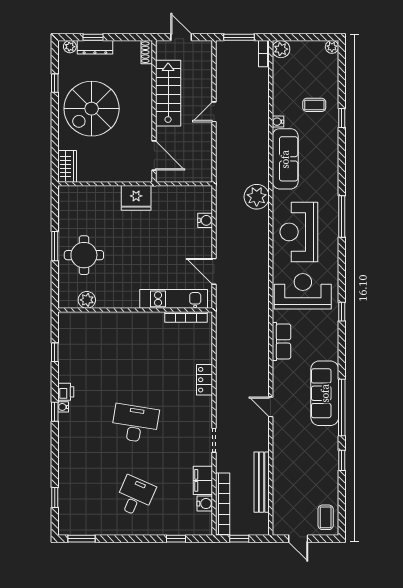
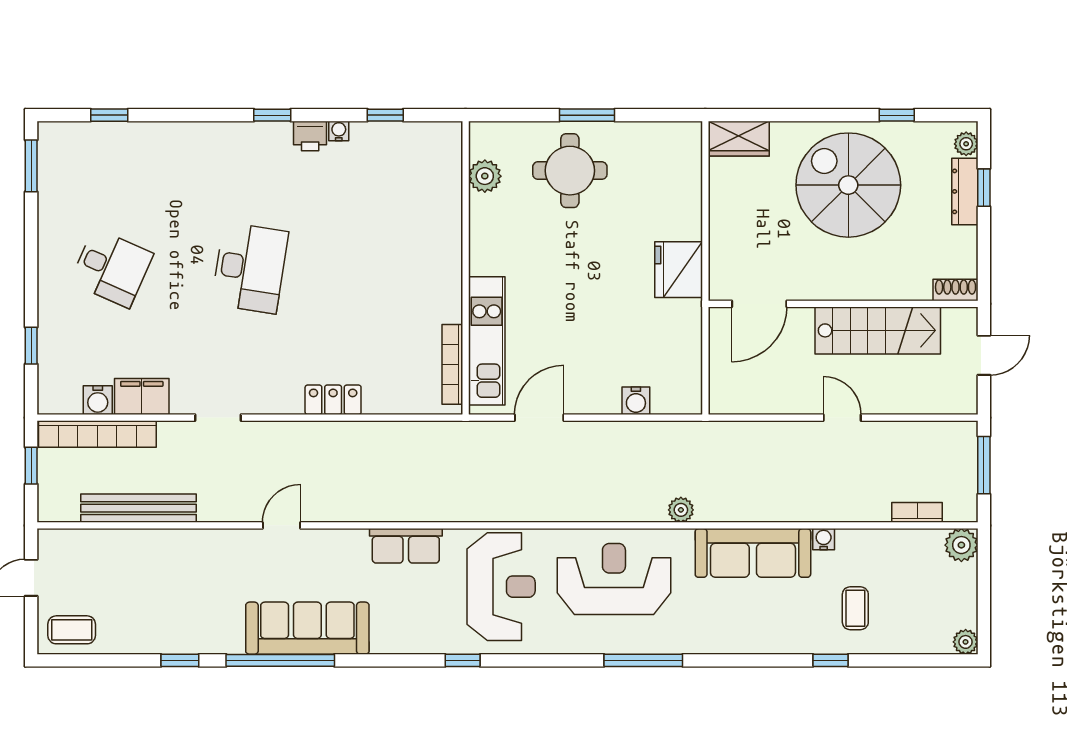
bookcase: (264, 54) -> (917, 512), moved
plant: (257, 197) -> (681, 510), width x0.53, depth x0.53
water cooler: (63, 407) -> (339, 131), moved

